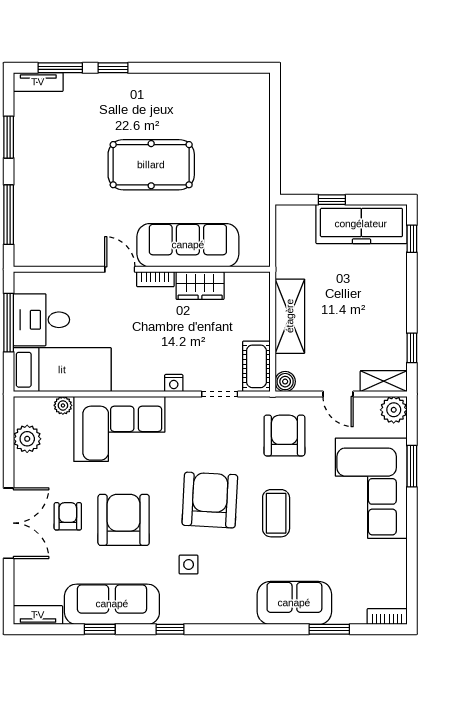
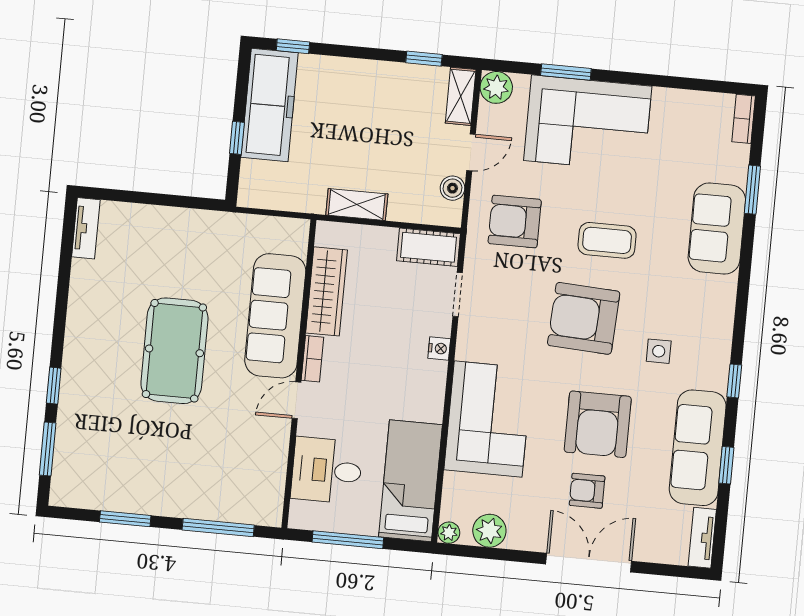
tv unit: (38, 82) -> (86, 228), moved
wardrobe: (200, 286) -> (326, 291), width x1.50
shelving: (290, 316) -> (357, 204), width x0.67, depth x0.75
desk: (41, 320) -> (327, 470), moved, turned 90
boiler: (285, 382) -> (452, 188), moved
plant: (63, 405) -> (449, 533), moved
armchair: (124, 520) -> (598, 424), turned -90

